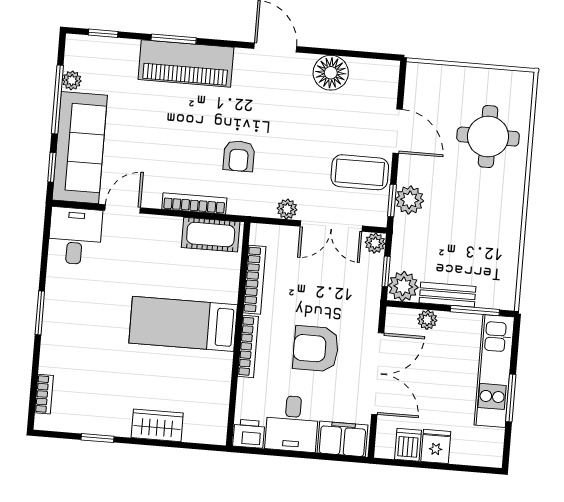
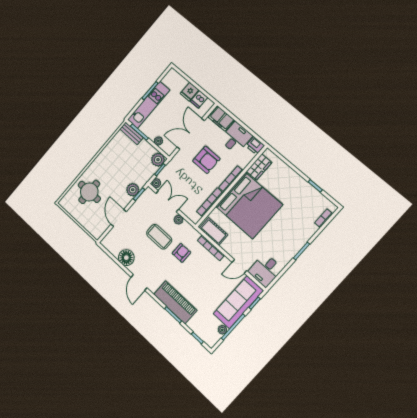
coffee table: (360, 172) -> (159, 237), moved
bench: (447, 295) -> (131, 133), moved
bed: (183, 324) -> (249, 206), width x2.04
wardrobe: (157, 425) -> (259, 167), moved, turned -90

